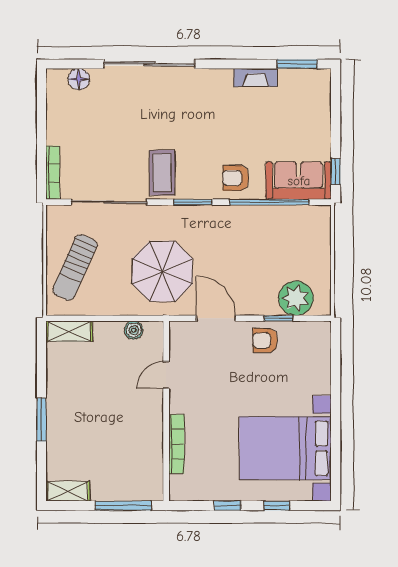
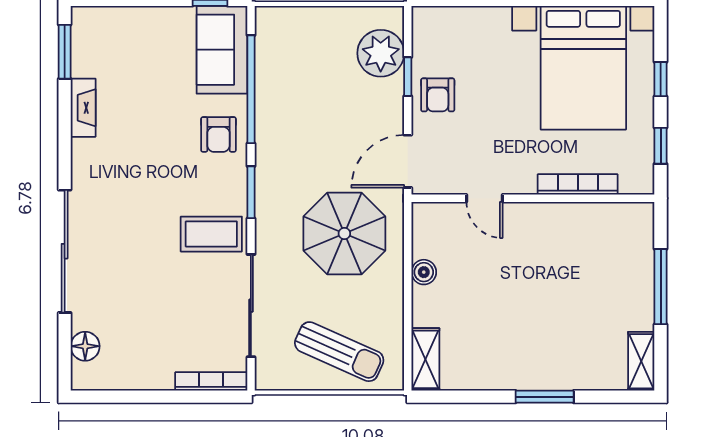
door: (166, 375) -> (484, 198), moved
wall: (166, 411) -> (533, 198), moved
bookcase: (176, 444) -> (578, 184), moved

